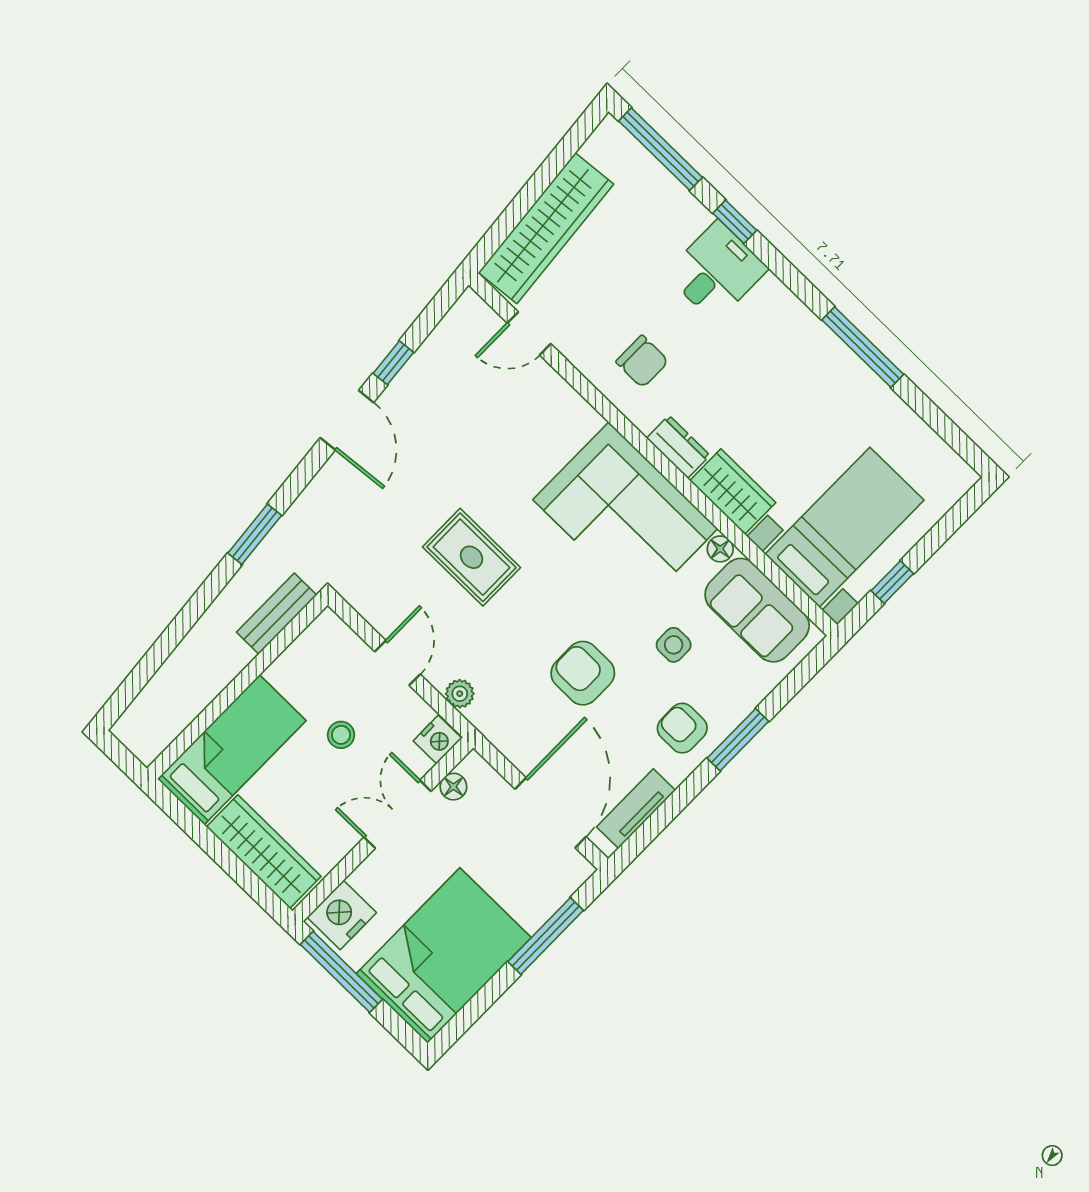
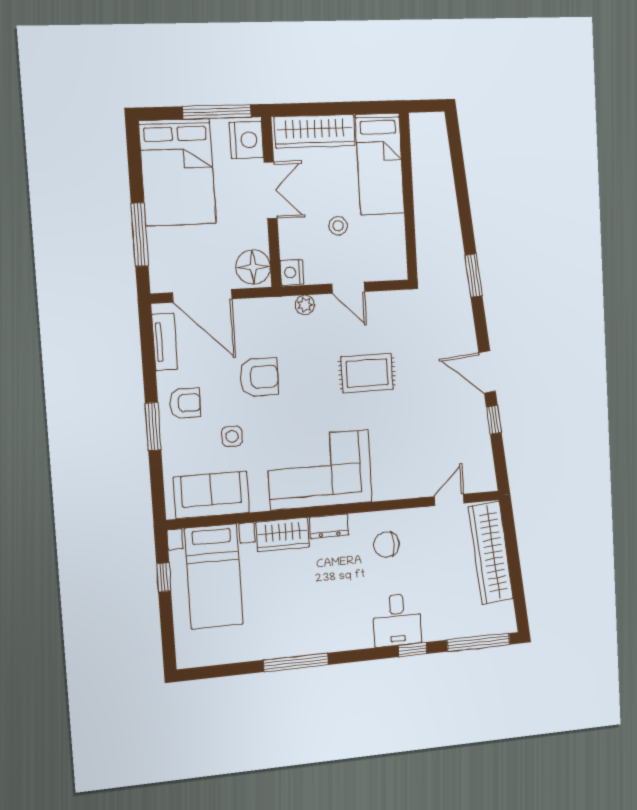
floor lamp: (720, 549) -> (259, 503), removed
bench: (277, 614) -> (426, 250), removed
floor lamp: (453, 787) -> (253, 267), width x1.89, depth x1.89
double door: (398, 814) -> (271, 190), moved

